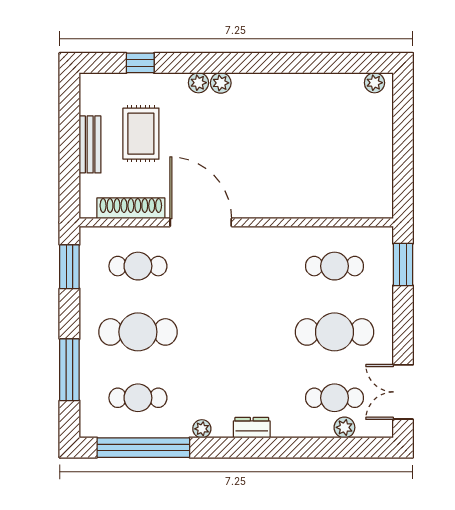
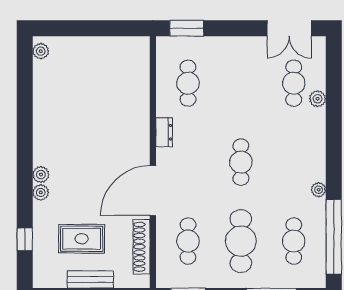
cafe table: (334, 332) -> (241, 162), moved, width x0.73, depth x0.74
plant: (344, 427) -> (318, 99), moved
dresser: (252, 428) -> (164, 132), moved, turned 180

